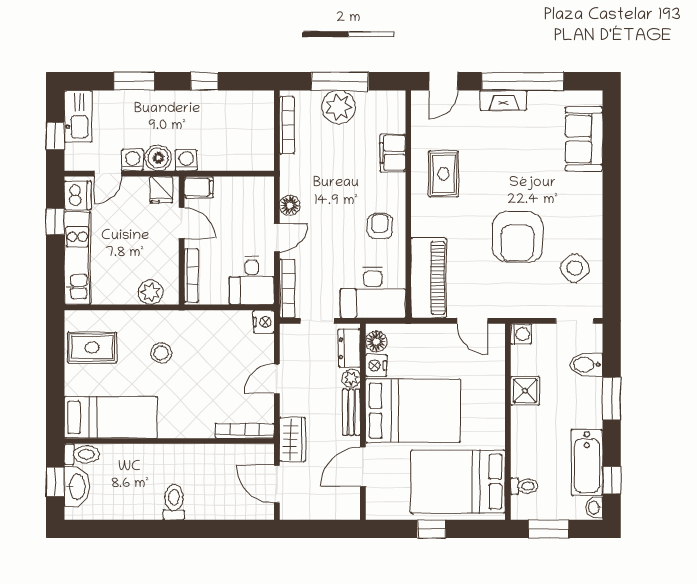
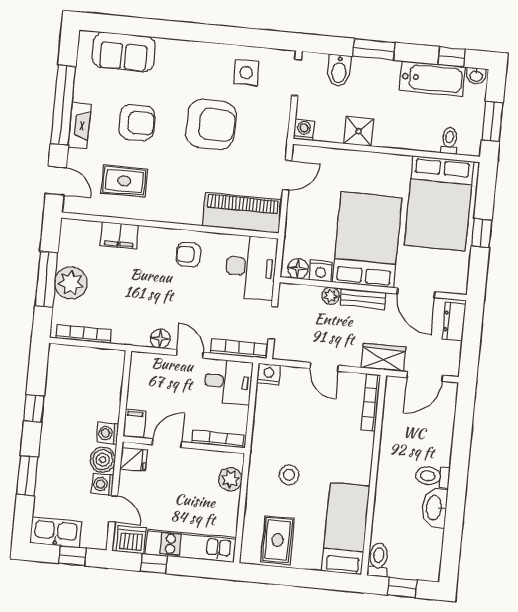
armchair: (512, 160) -> (137, 123), added
rug: (443, 174) -> (124, 181), moved
side table: (575, 268) -> (246, 73), turned 38
dresser: (349, 348) -> (454, 322), moved, turned 90
washbasin: (77, 487) -> (435, 508), moved, turned -90

